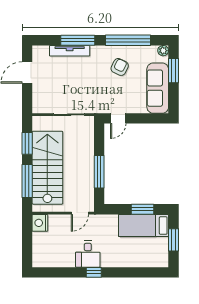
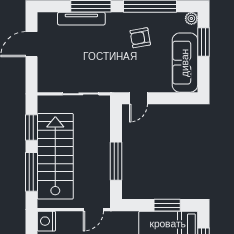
armchair: (120, 67) -> (140, 38), turned -126

